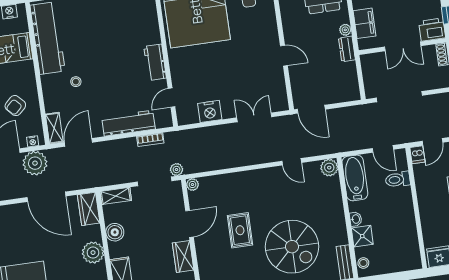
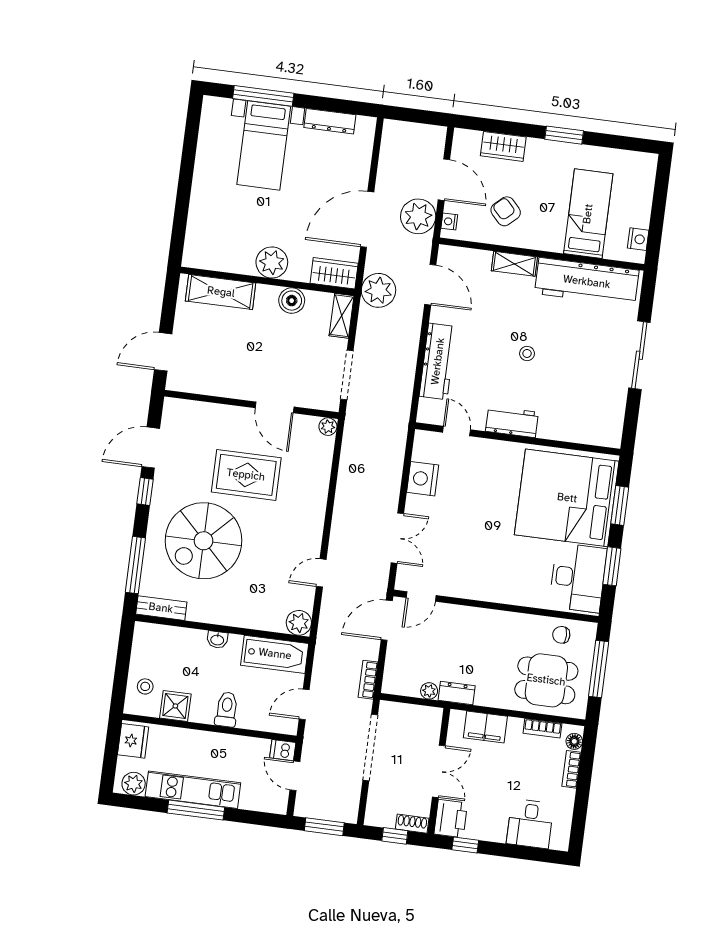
plant: (345, 30) -> (429, 691), moved
double door: (403, 46) -> (439, 771), swing flipped
door: (284, 56) -> (421, 596), moved
stool: (76, 82) -> (527, 353), moved
shelving: (54, 128) -> (514, 264), moved
bookcase: (150, 140) -> (368, 680), moved
plant: (177, 170) -> (379, 290), moved, width x1.87, depth x1.87
toilet: (398, 179) -> (227, 709), moved
rug: (240, 230) -> (246, 475), width x1.36, depth x1.43
shower: (362, 236) -> (175, 706), moved
wardrobe: (183, 256) -> (232, 386), removed
stool: (363, 263) -> (145, 686), moved

